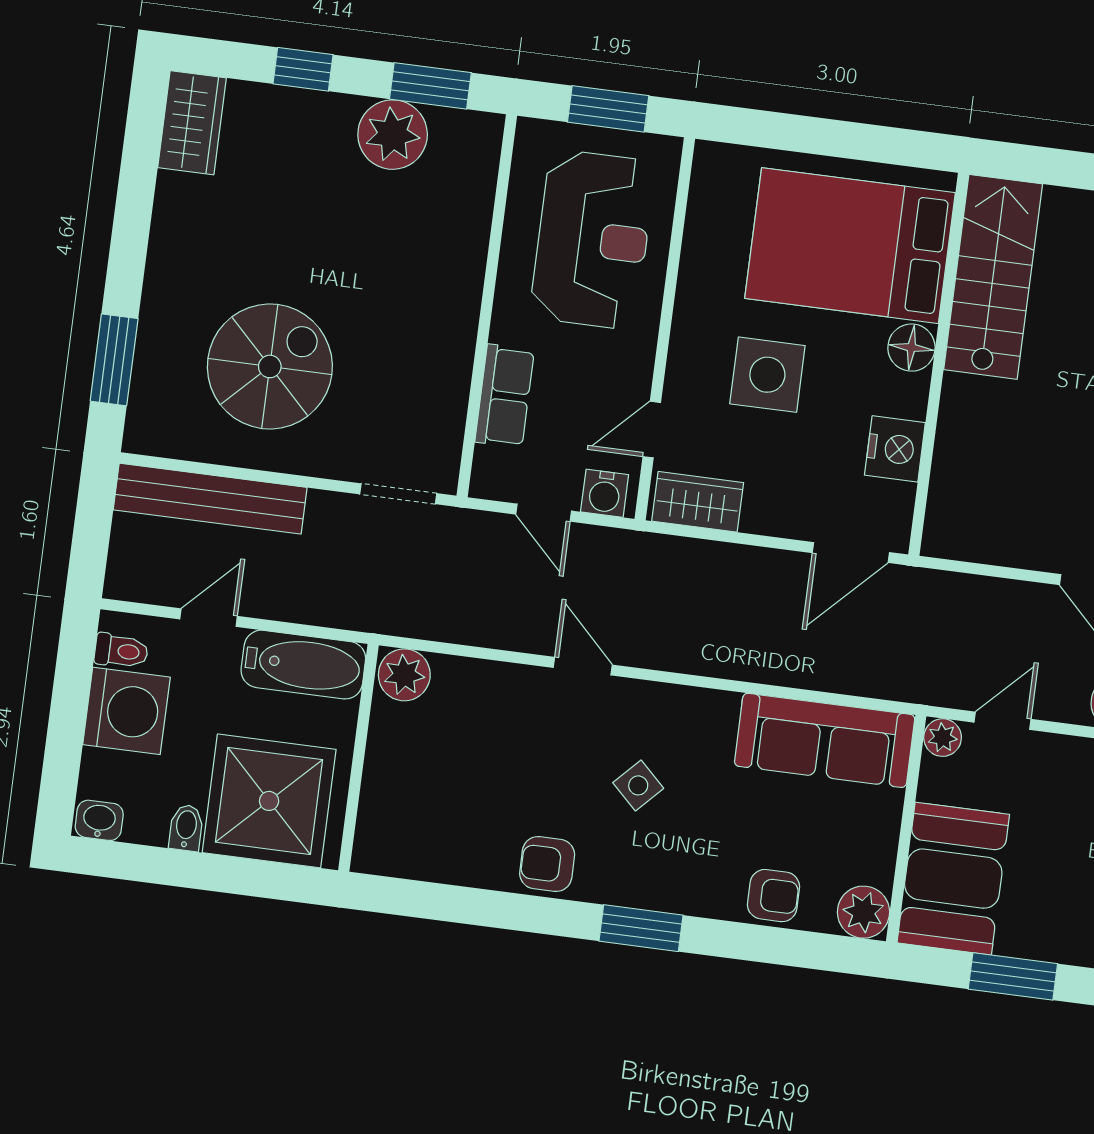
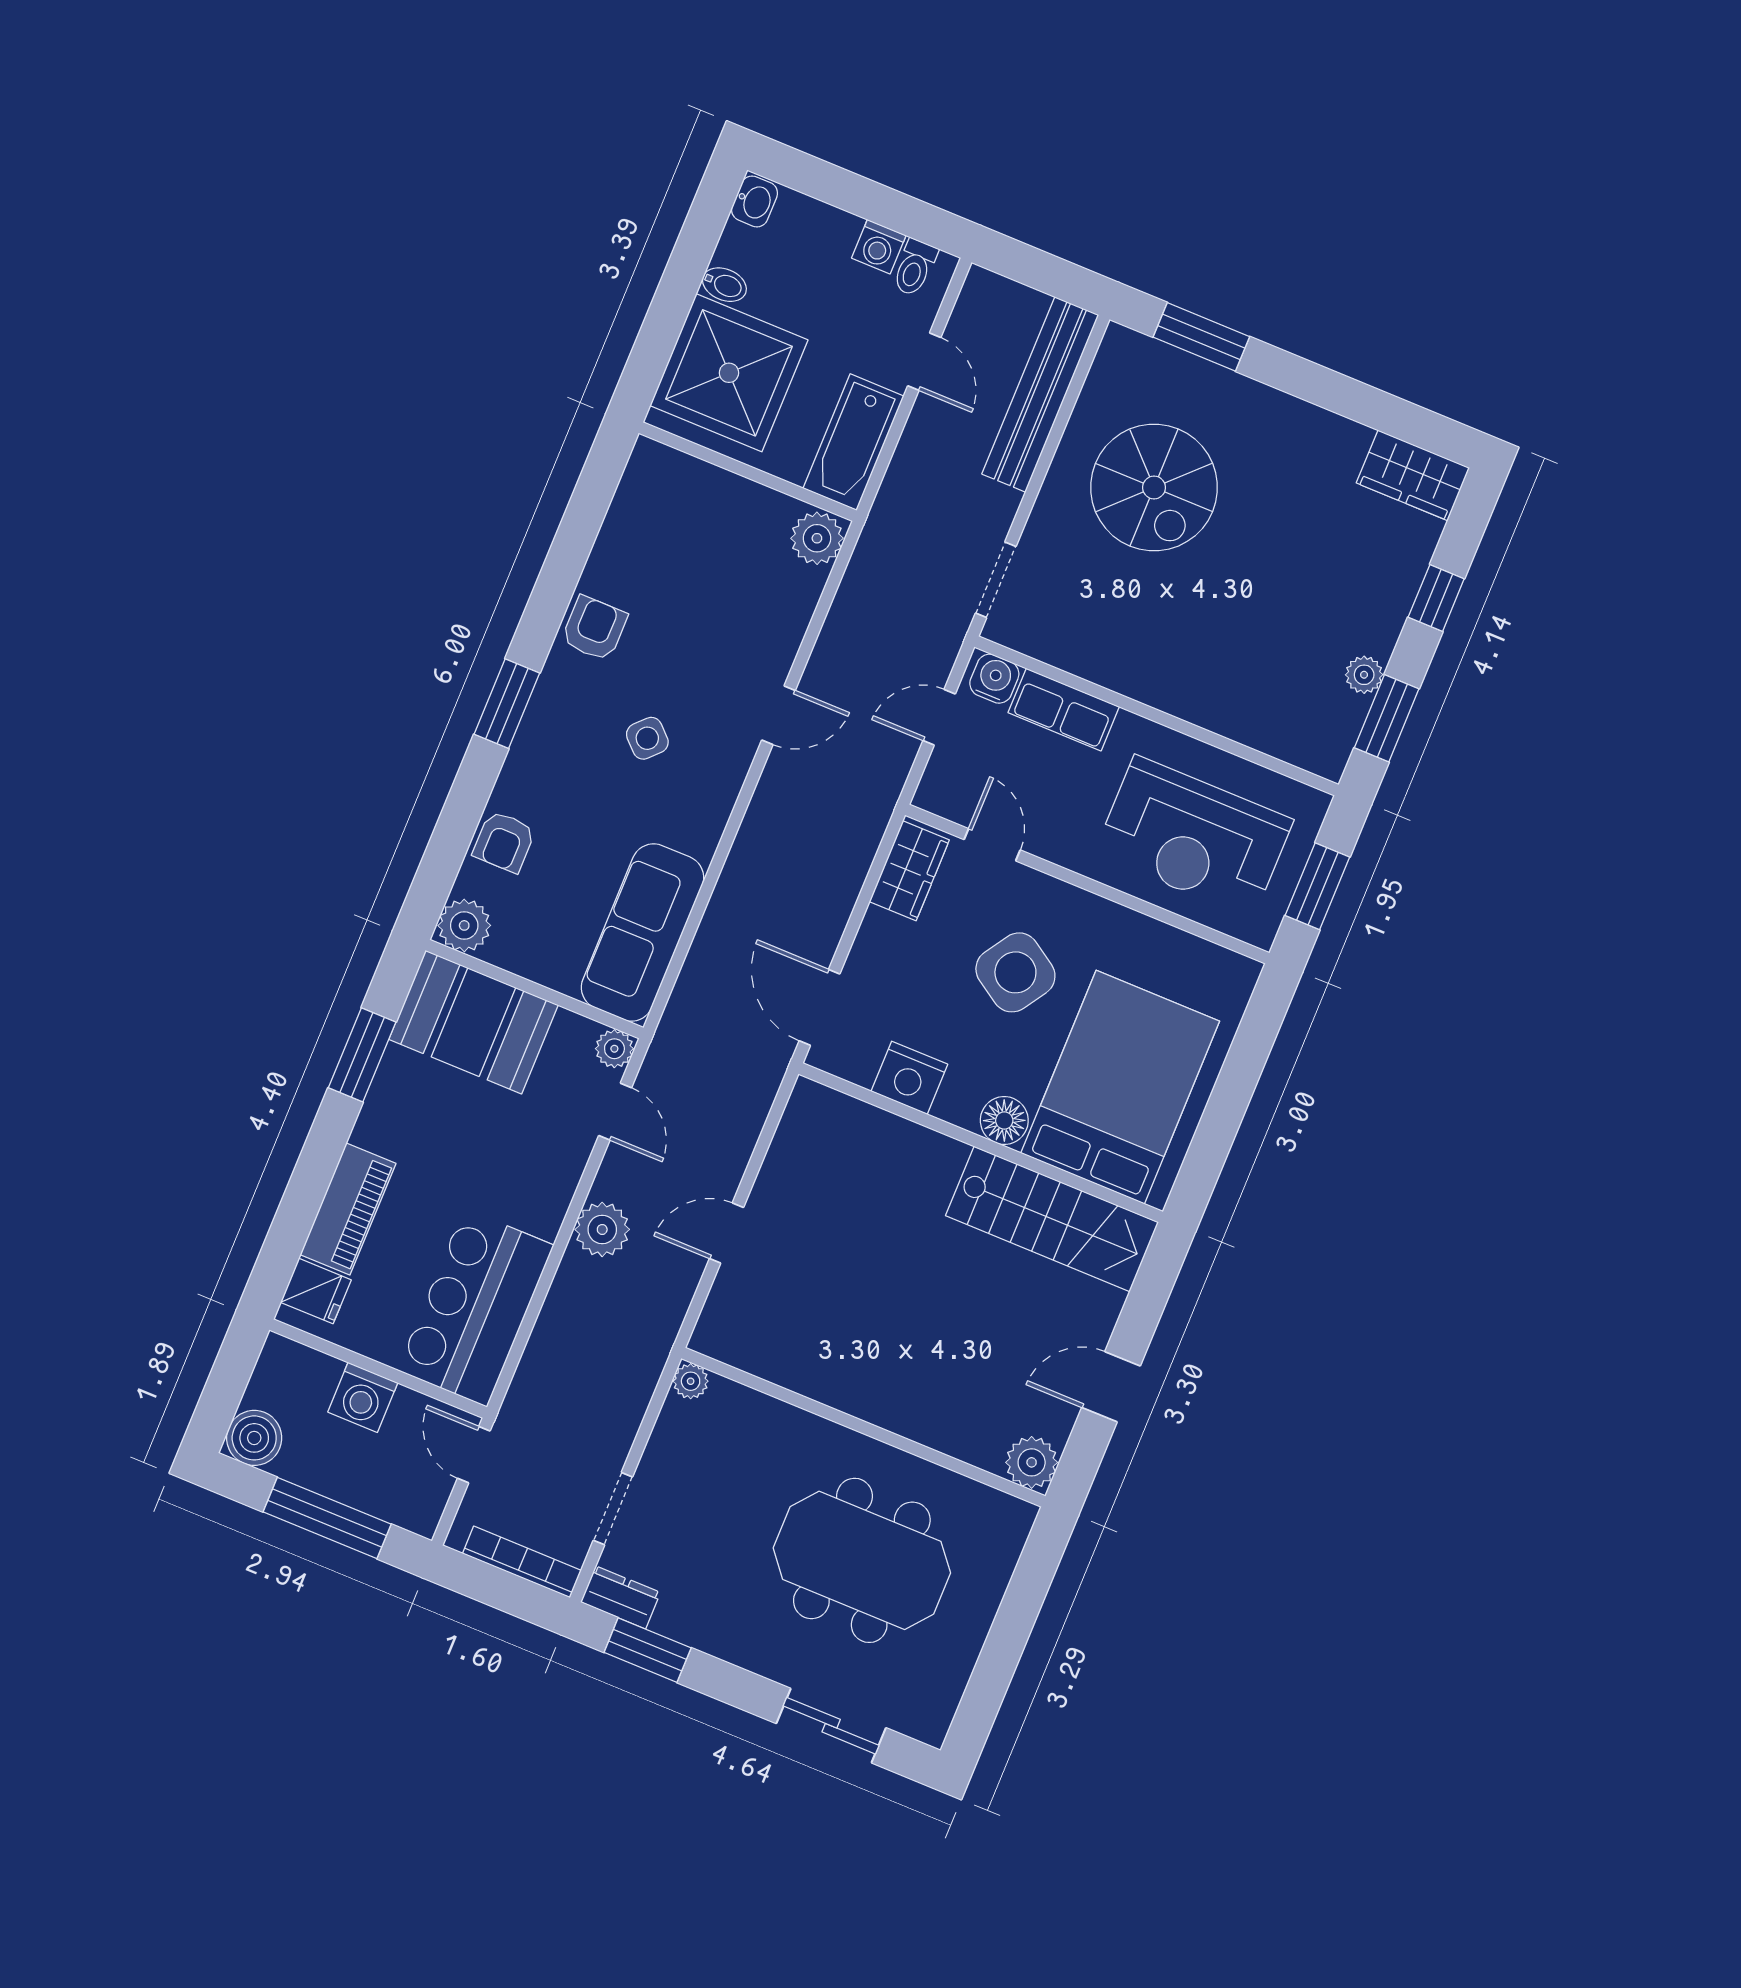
plant: (393, 135) -> (1364, 675), width x0.53, depth x0.53
side table: (767, 375) -> (1015, 972), turned 33
water cooler: (605, 493) -> (994, 679), moved, turned 90
washing machine: (126, 711) -> (879, 247), width x0.53, depth x0.53

